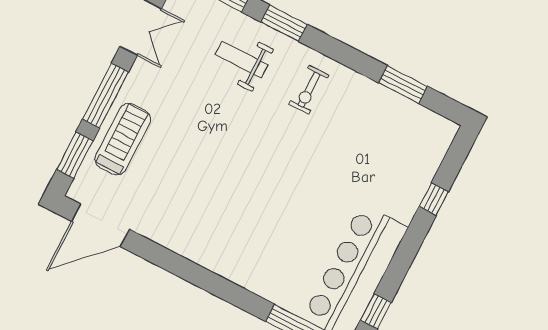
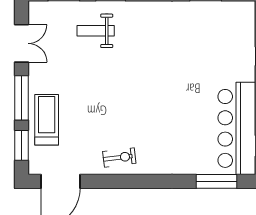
exercise bike: (309, 90) -> (119, 157), moved, turned -97

